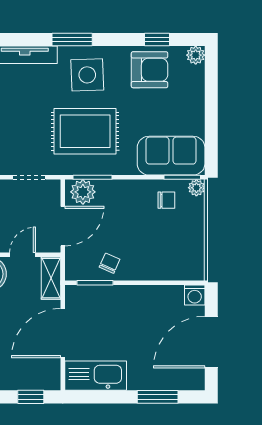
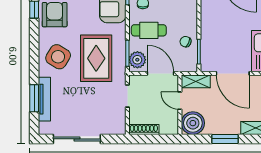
window: (72, 40) -> (34, 98), moved
side table: (87, 75) -> (58, 57), turned 33
cafe table: (126, 209) -> (149, 30), added

